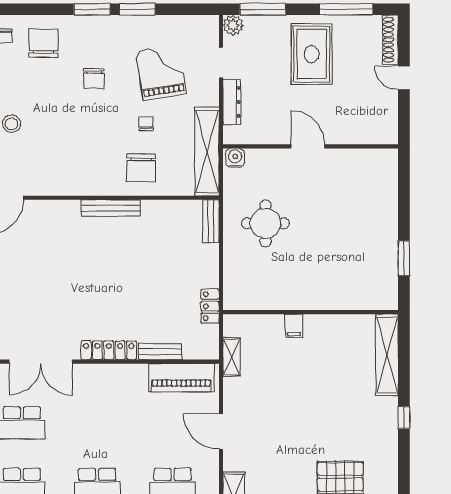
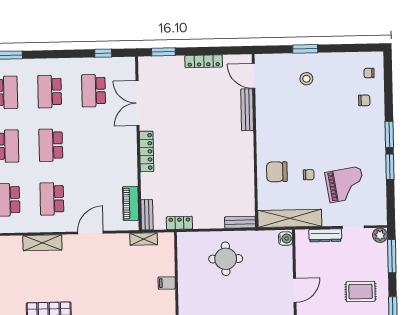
chair: (44, 43) -> (364, 100), width x0.54, depth x0.54
rug: (312, 54) -> (361, 292), width x0.73, depth x0.70
chair: (94, 78) -> (340, 137), removed
bench: (111, 208) -> (247, 110), moved
round table: (265, 223) -> (226, 259), moved
bench: (160, 352) -> (147, 215), moved
piano: (181, 378) -> (131, 203), width x0.73, depth x0.75

